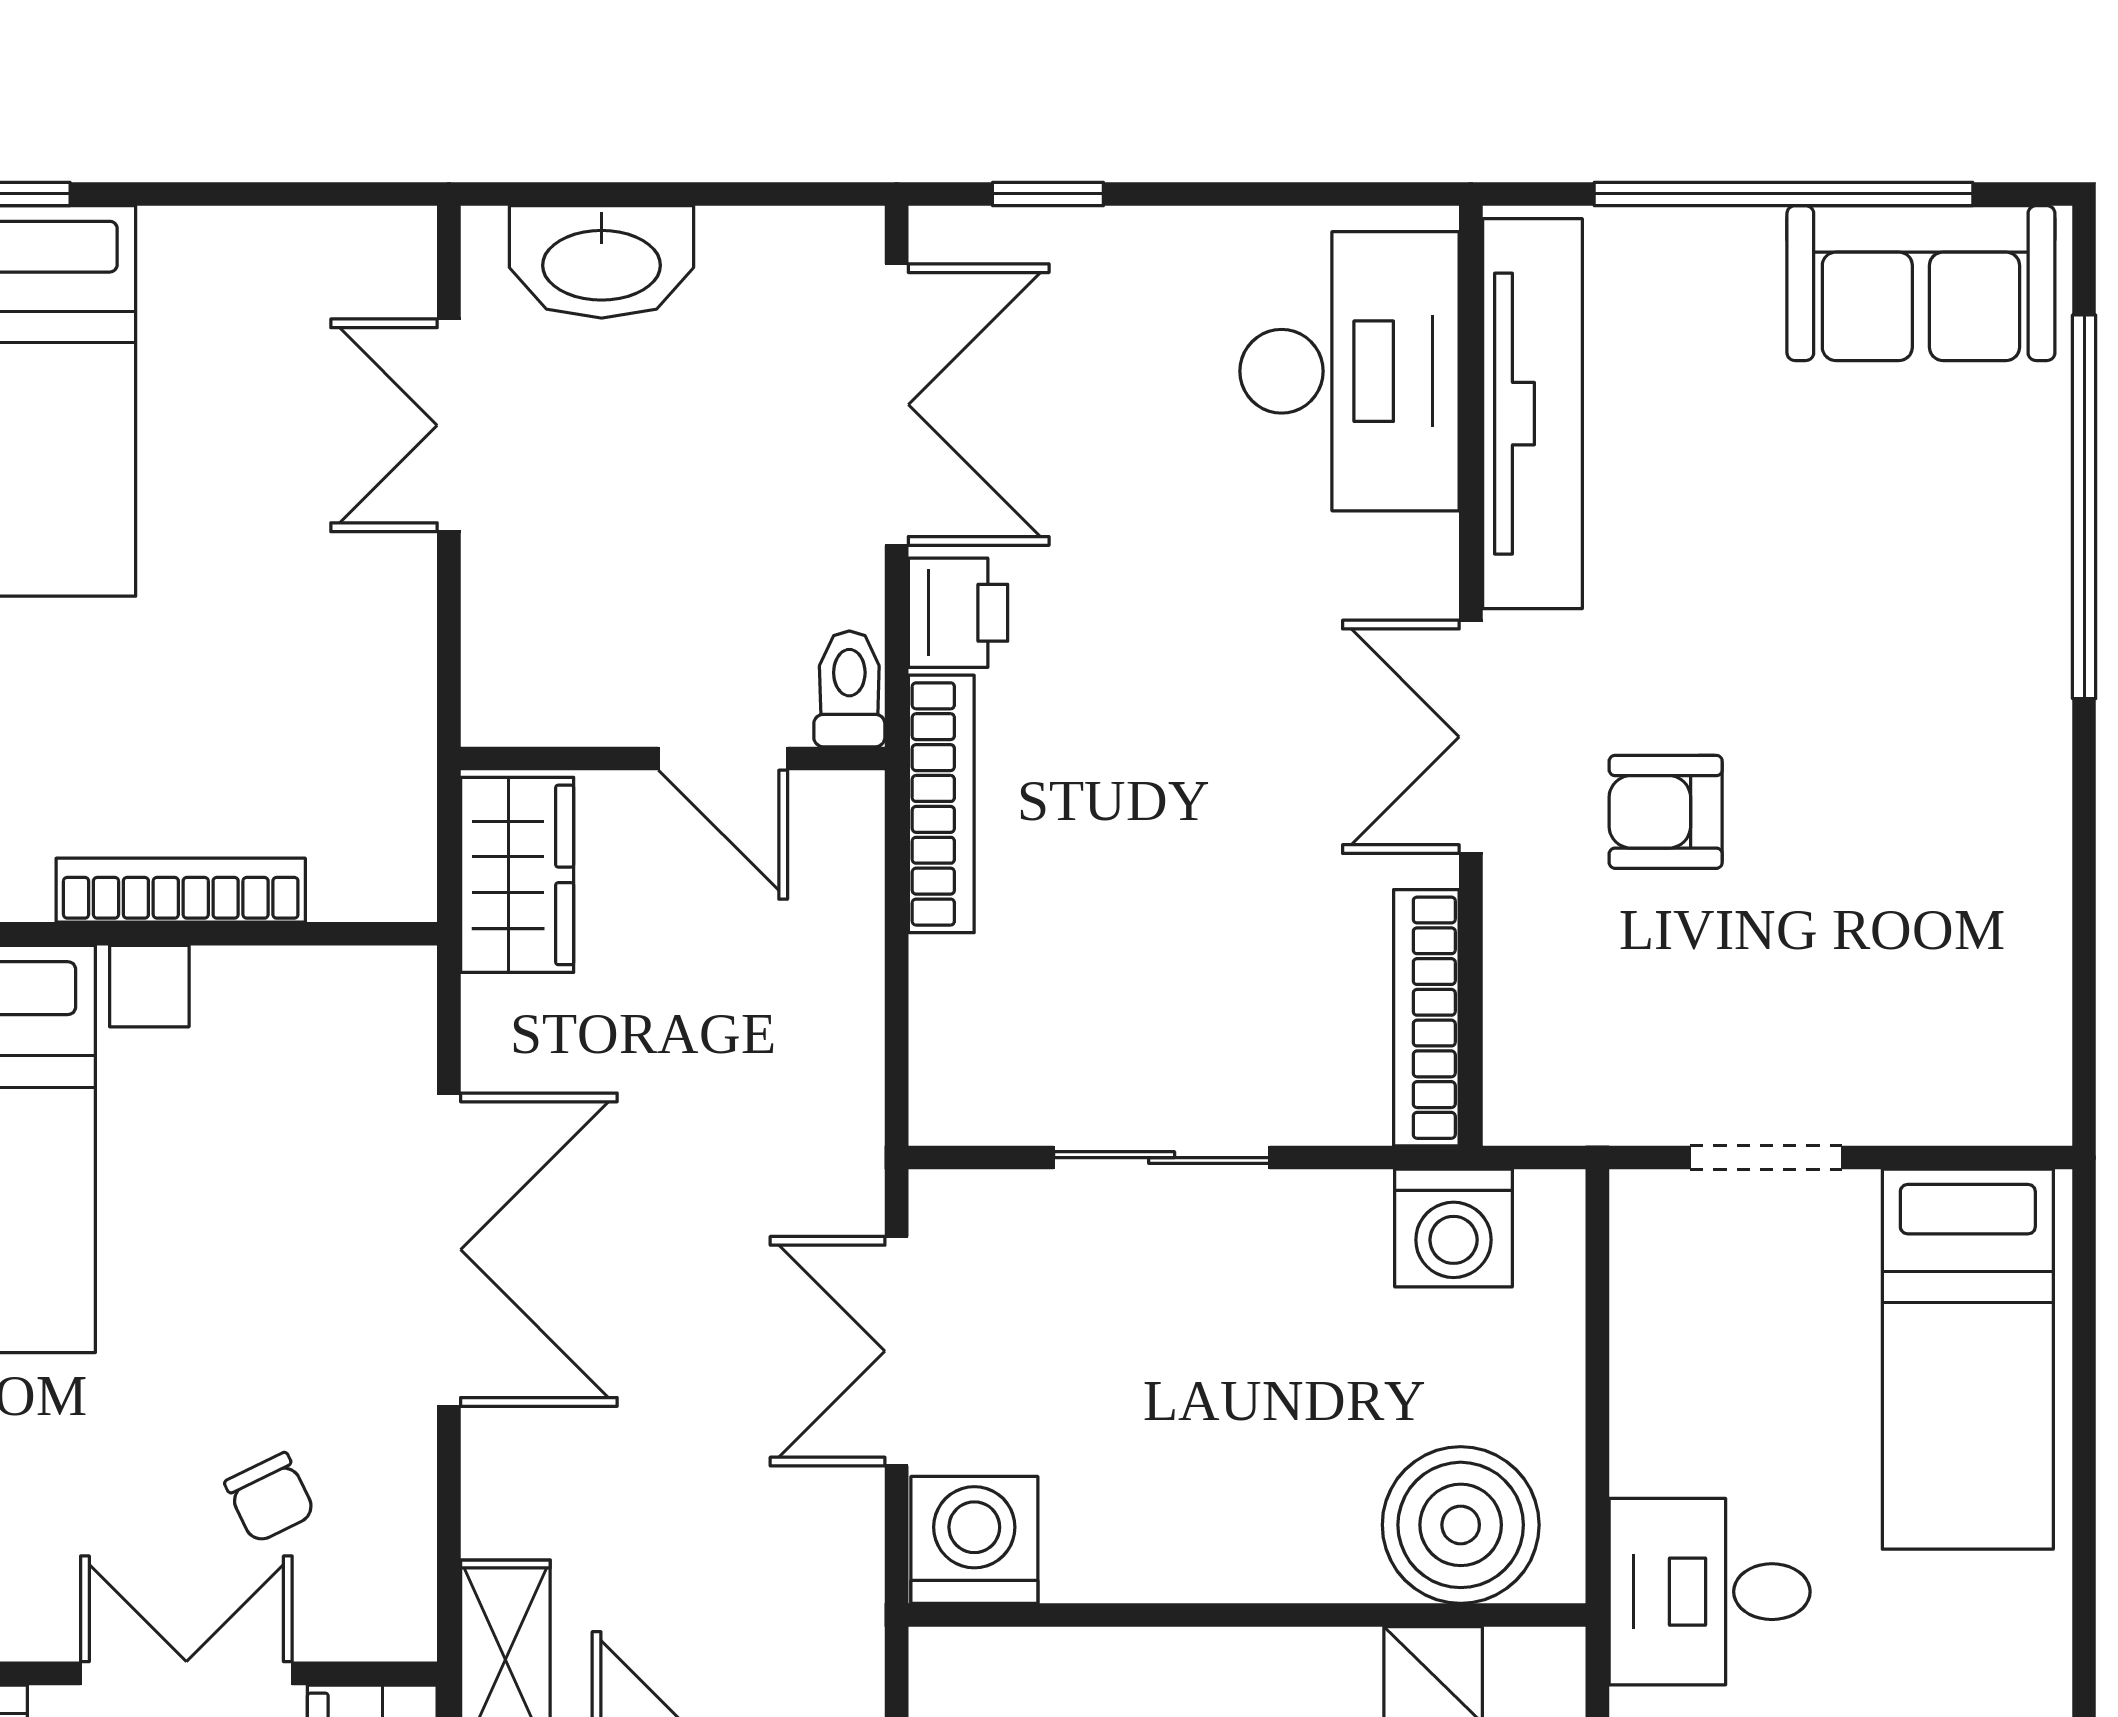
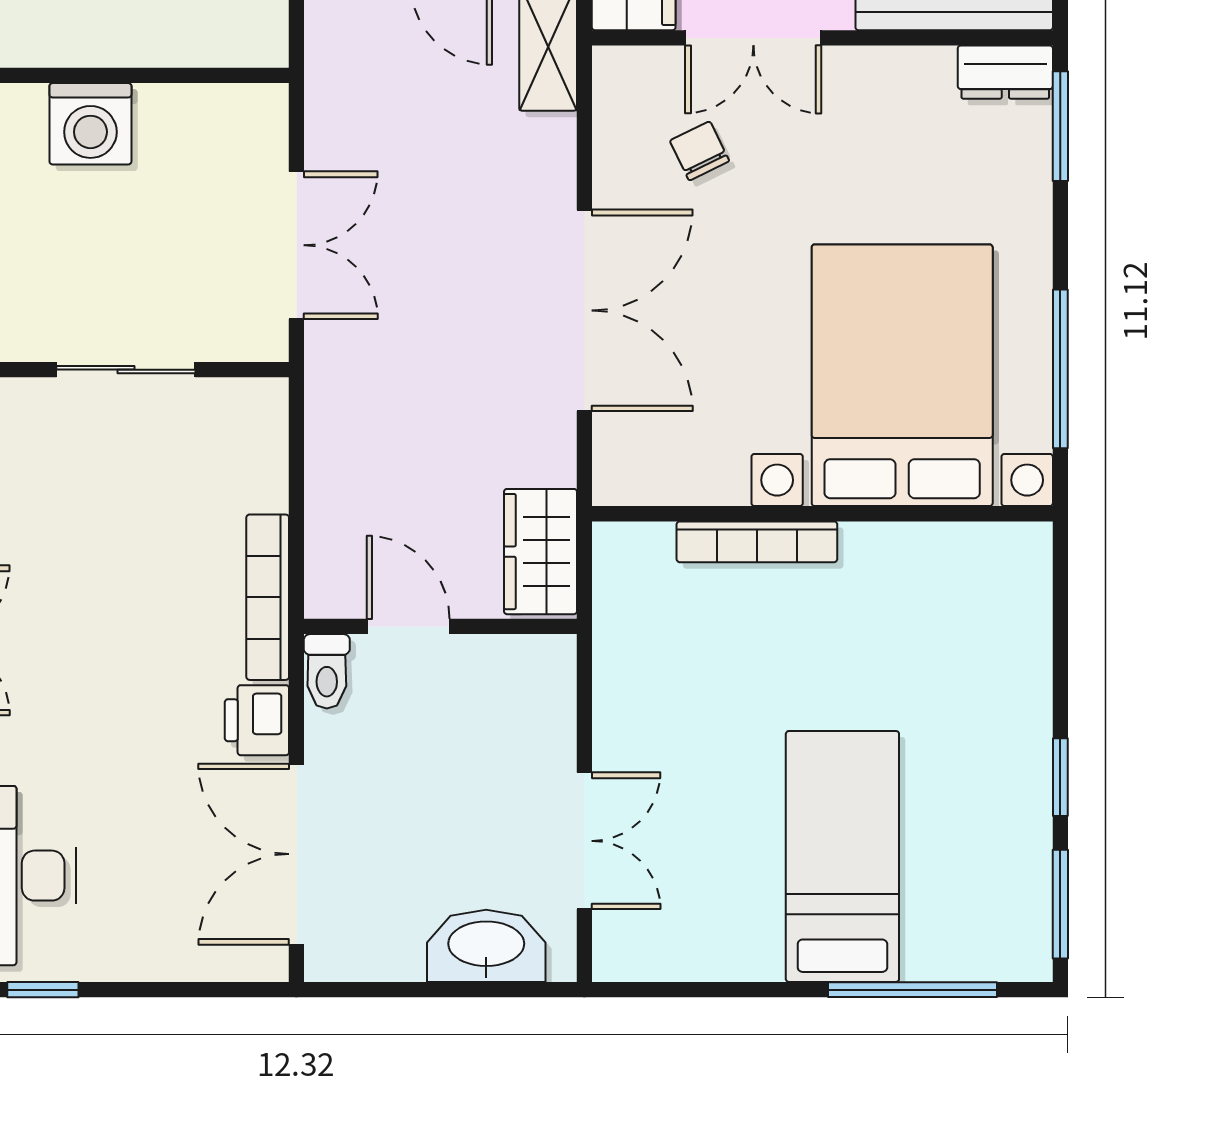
window: (1048, 194) -> (43, 990), moved
double door: (449, 1250) -> (584, 310), swing flipped
washing machine: (974, 1540) -> (90, 124), moved

